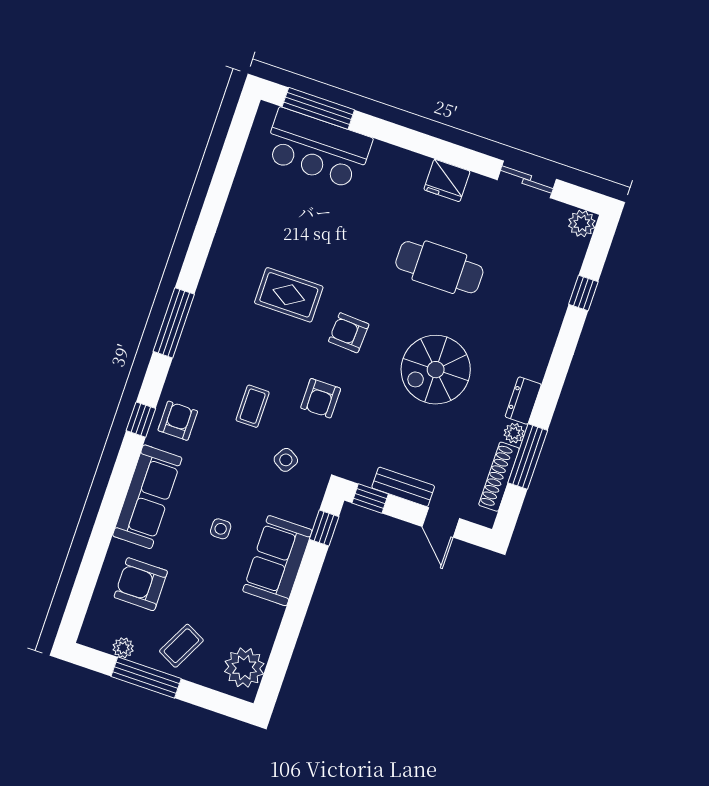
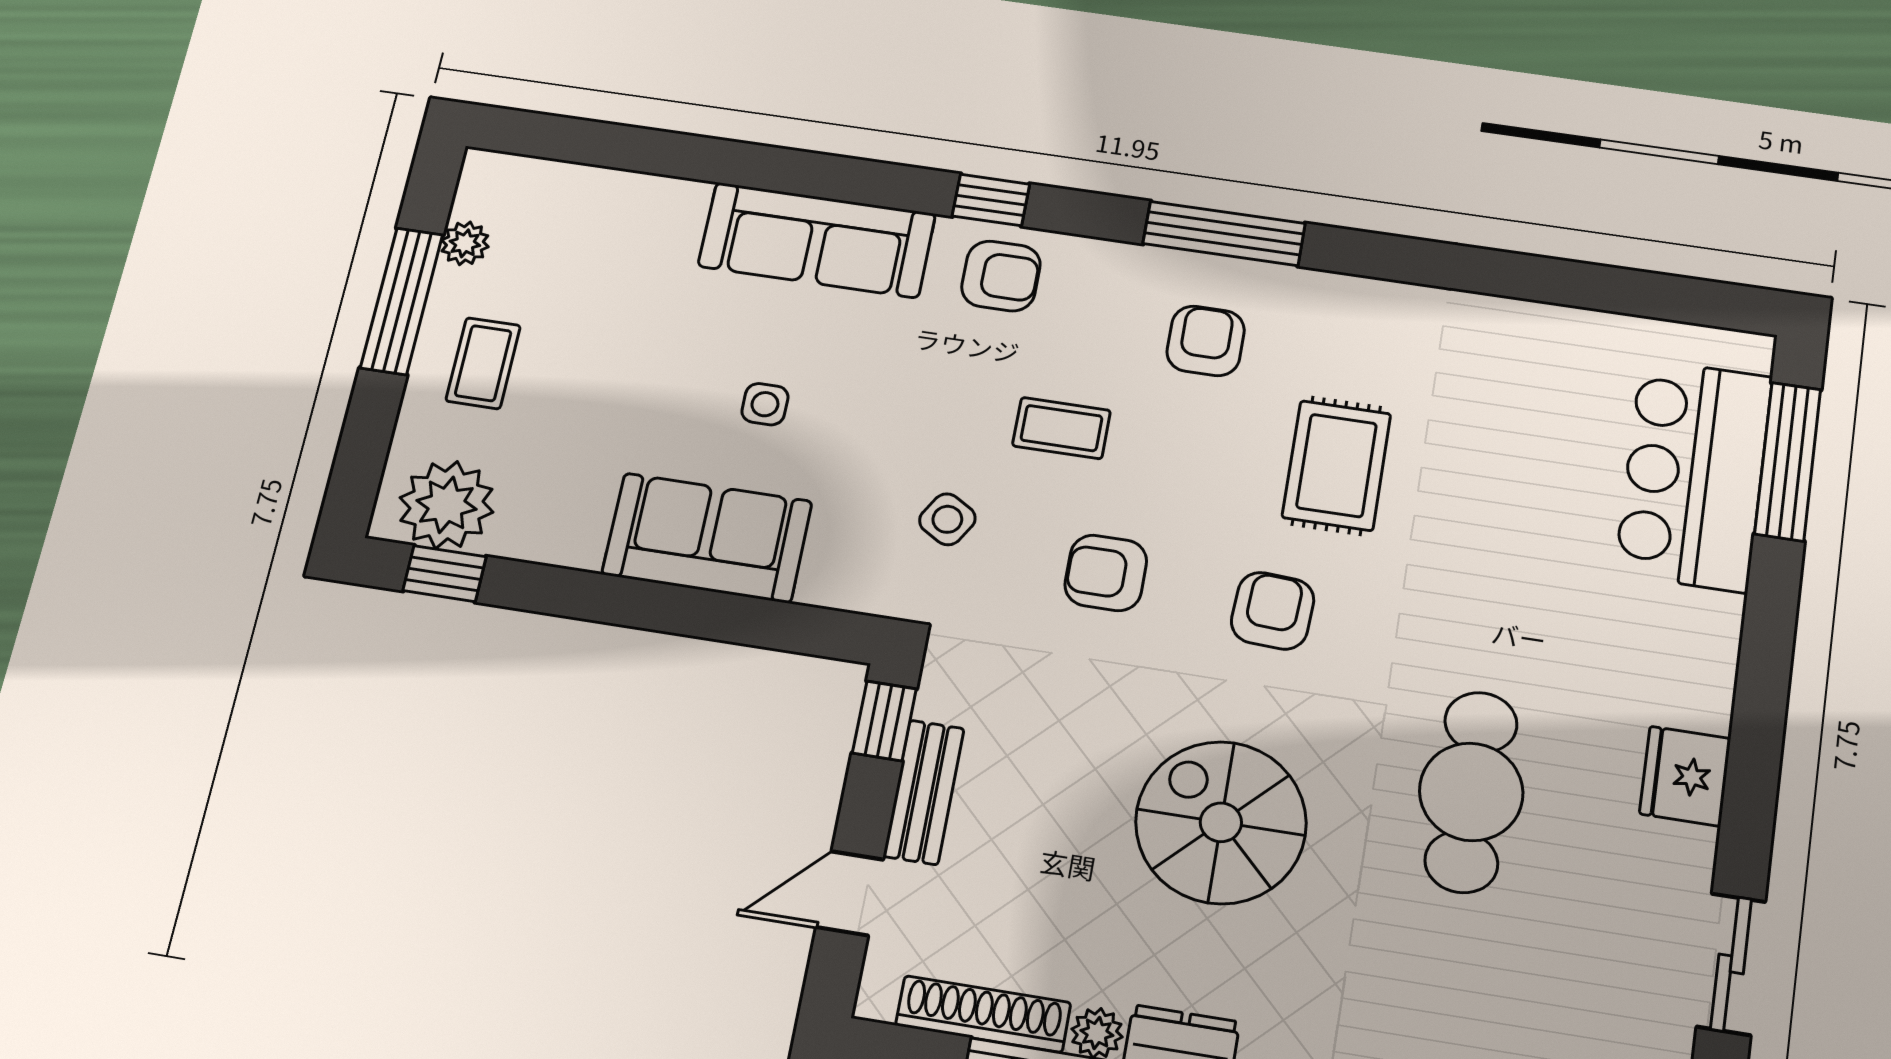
window: (324, 528) -> (445, 574), moved
armchair: (141, 584) -> (1206, 341), moved, width x0.72, depth x0.72
coffee table: (181, 646) -> (483, 363), turned 63

